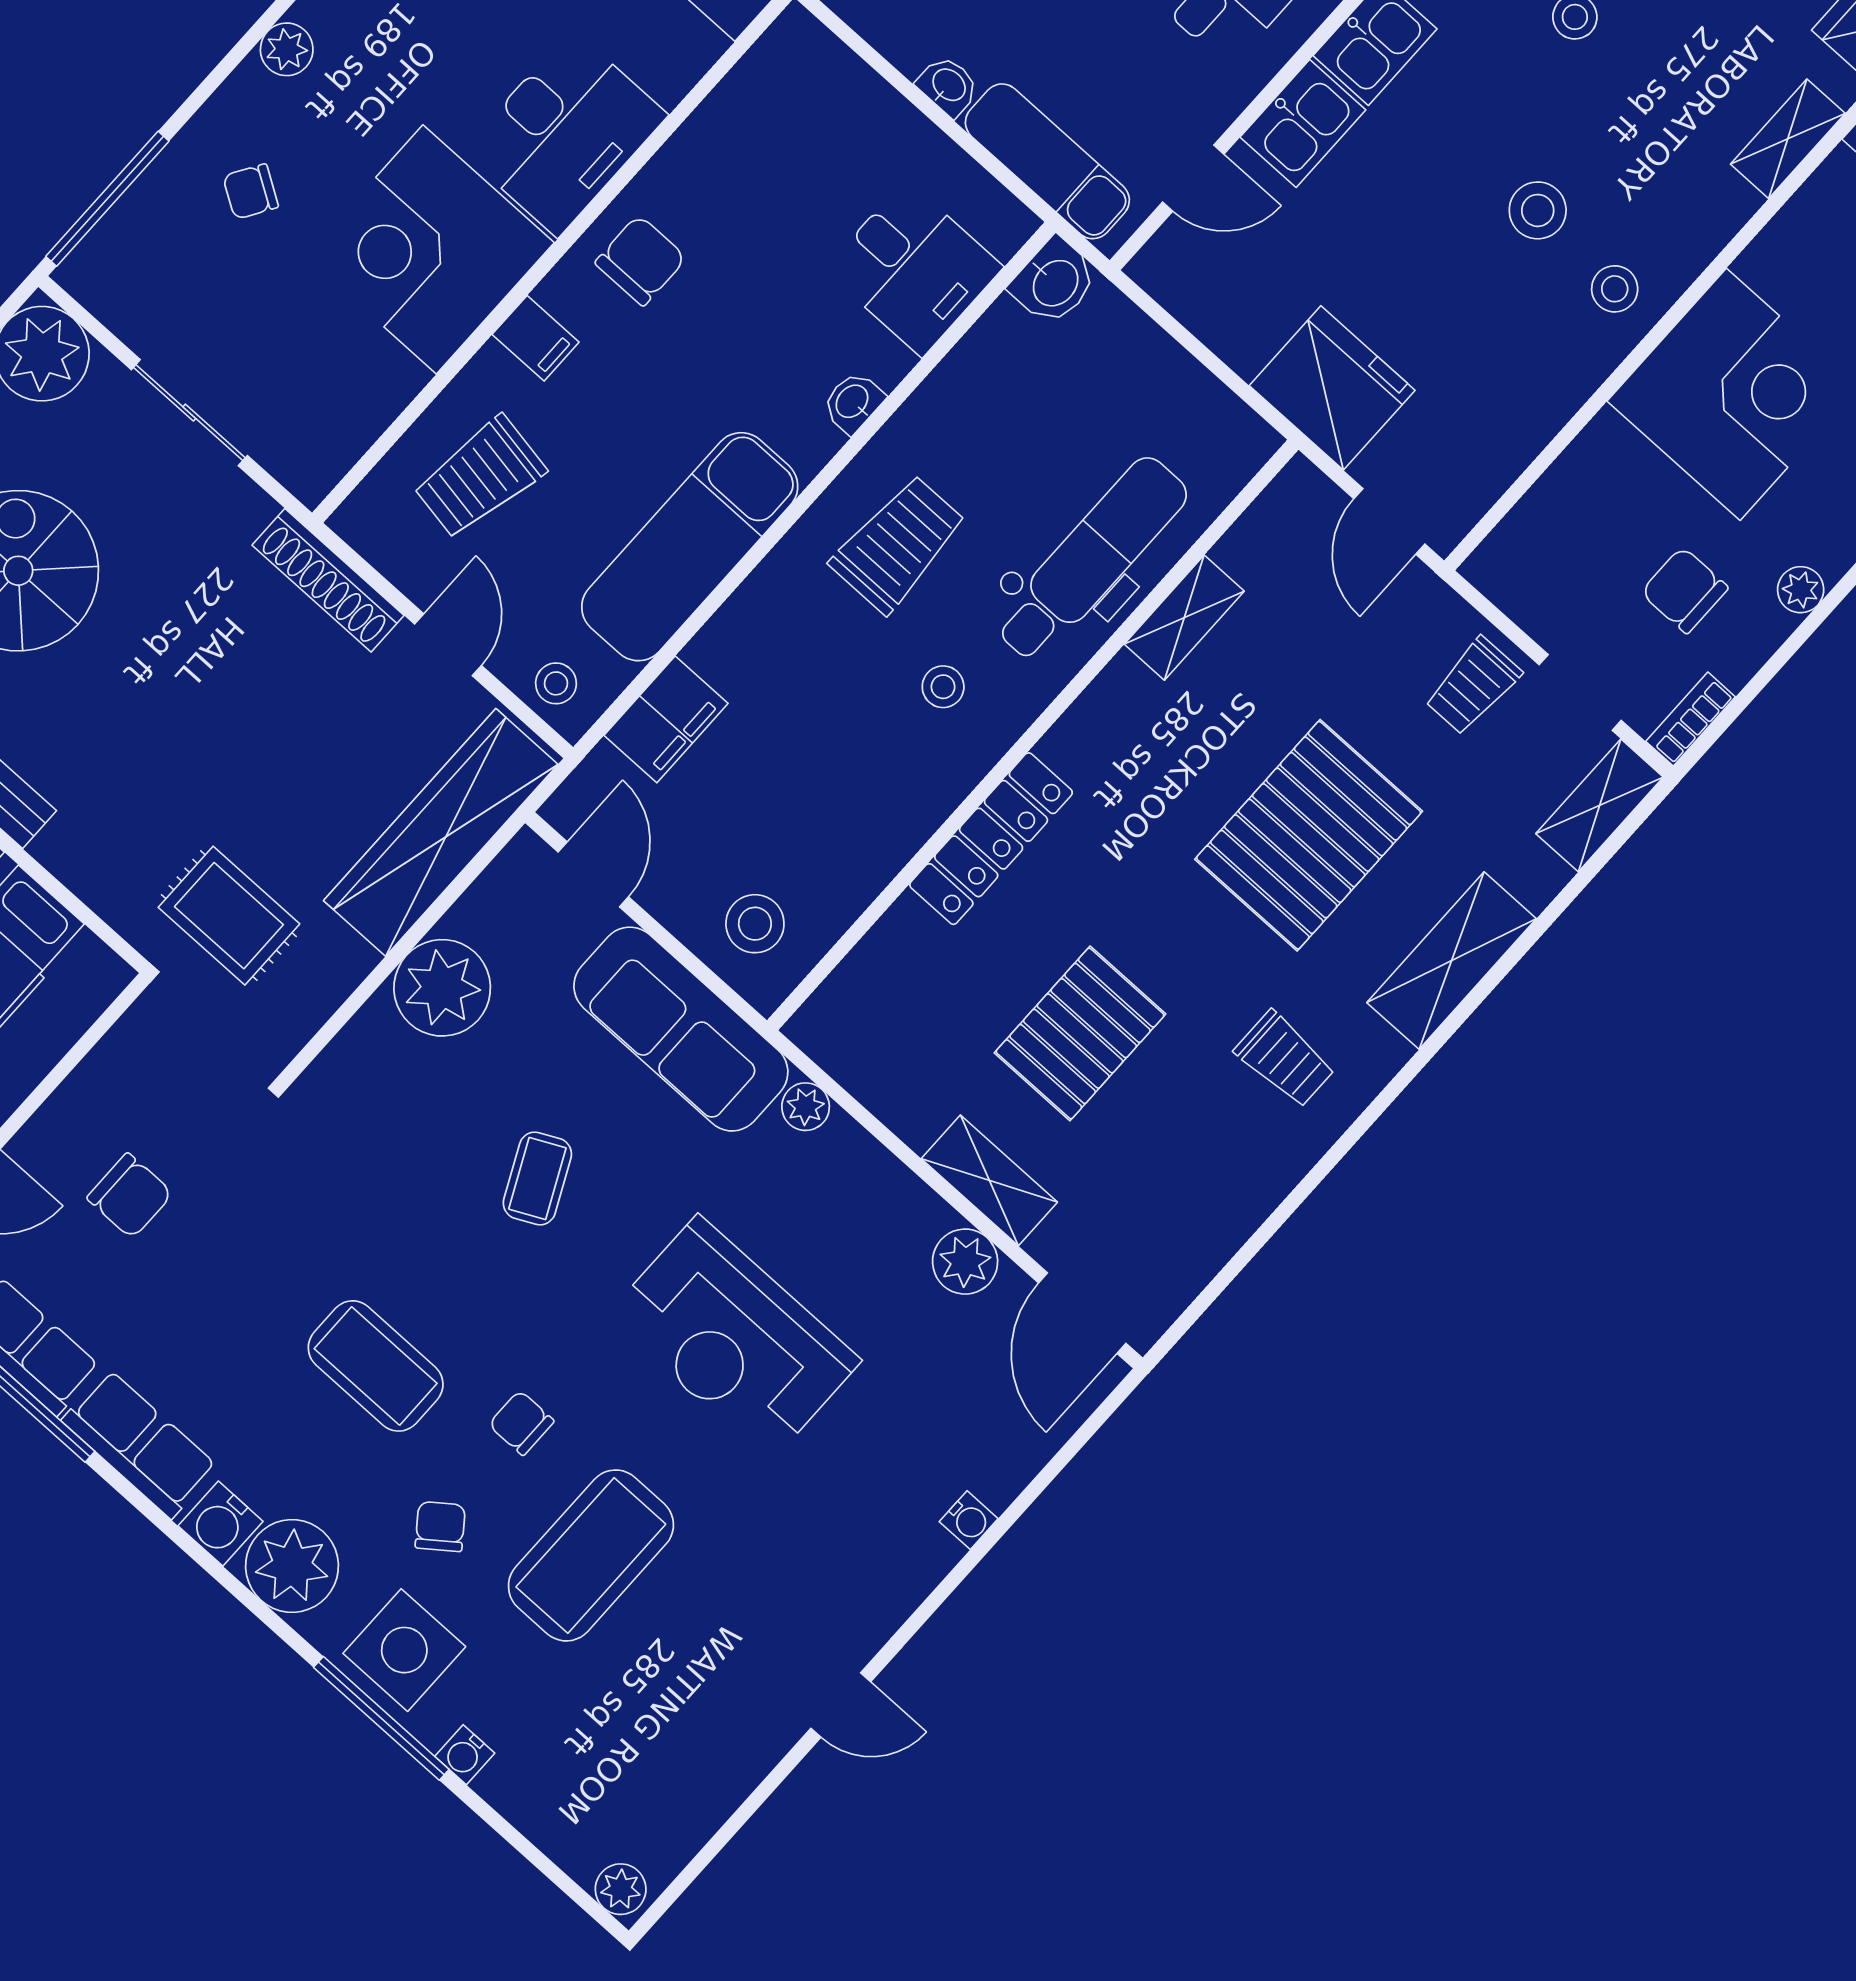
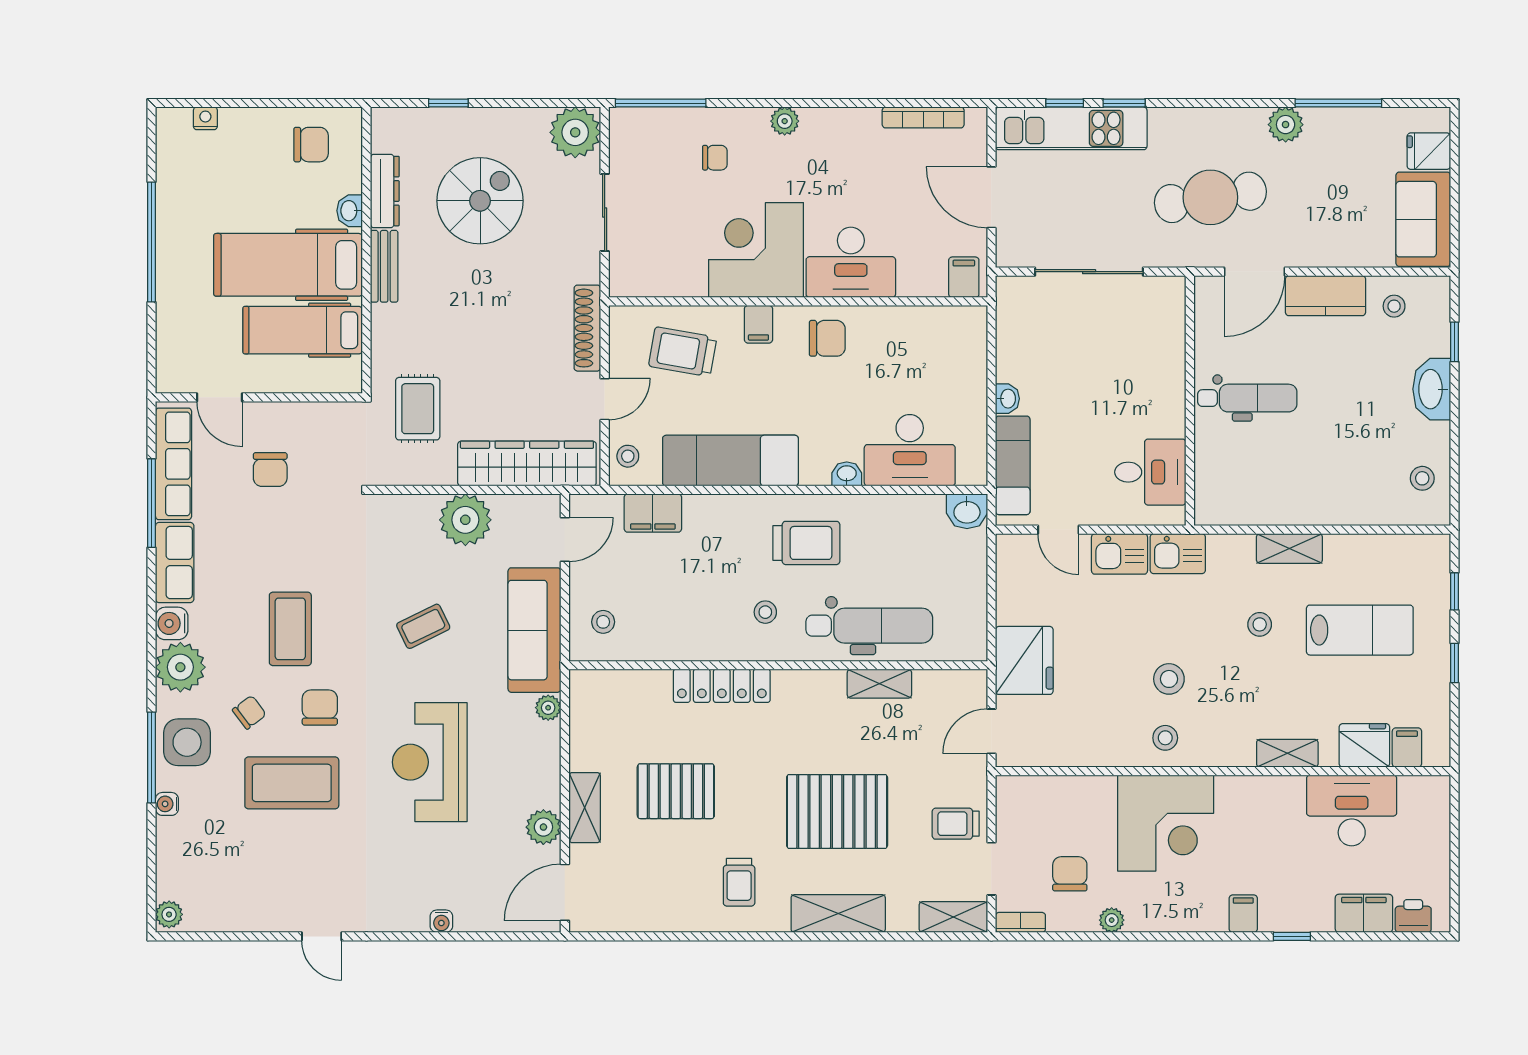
chair: (251, 192) -> (715, 158), turned 148
desk: (914, 268) -> (910, 450), width x1.37
stool: (755, 924) -> (603, 622), width x0.73, depth x0.73
chair: (521, 1423) -> (320, 707), width x1.37, depth x1.37

